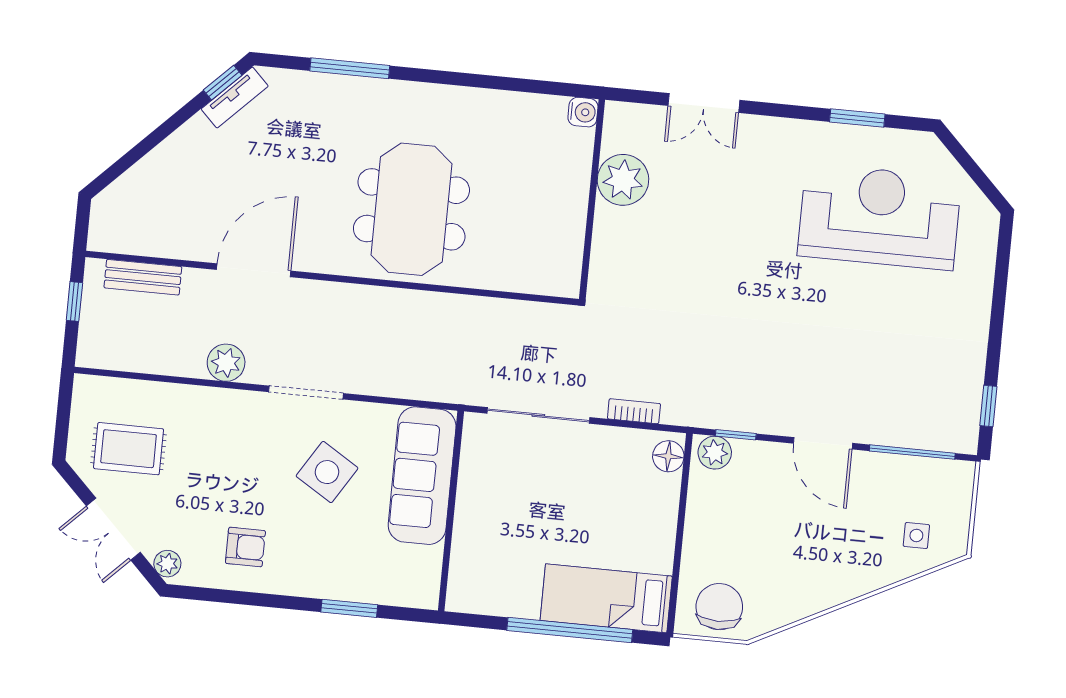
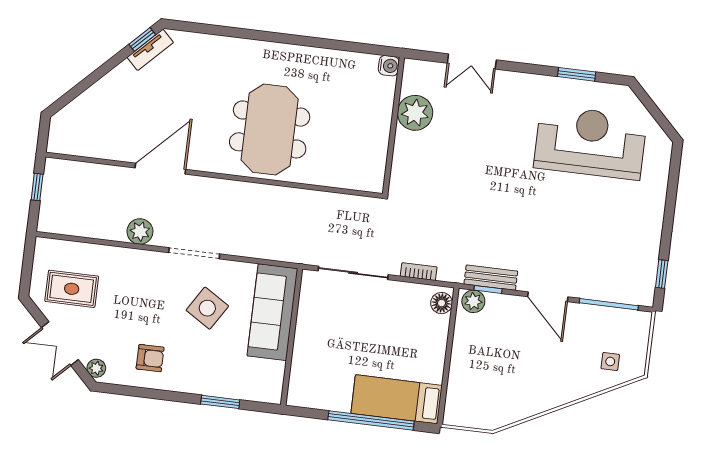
window: (350, 68) -> (230, 32), removed
bench: (143, 277) -> (491, 278), moved
chair: (719, 607) -> (474, 407), removed

